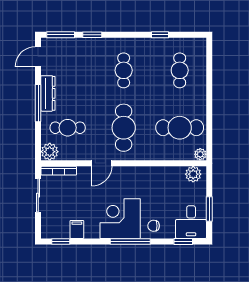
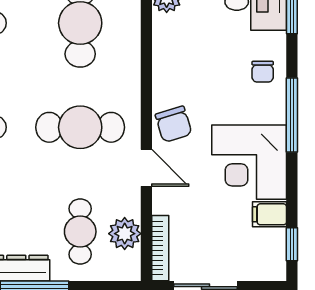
plant: (50, 152) -> (125, 234), moved
chair: (125, 178) -> (174, 124), added
corner desk: (120, 219) -> (249, 162), moved

